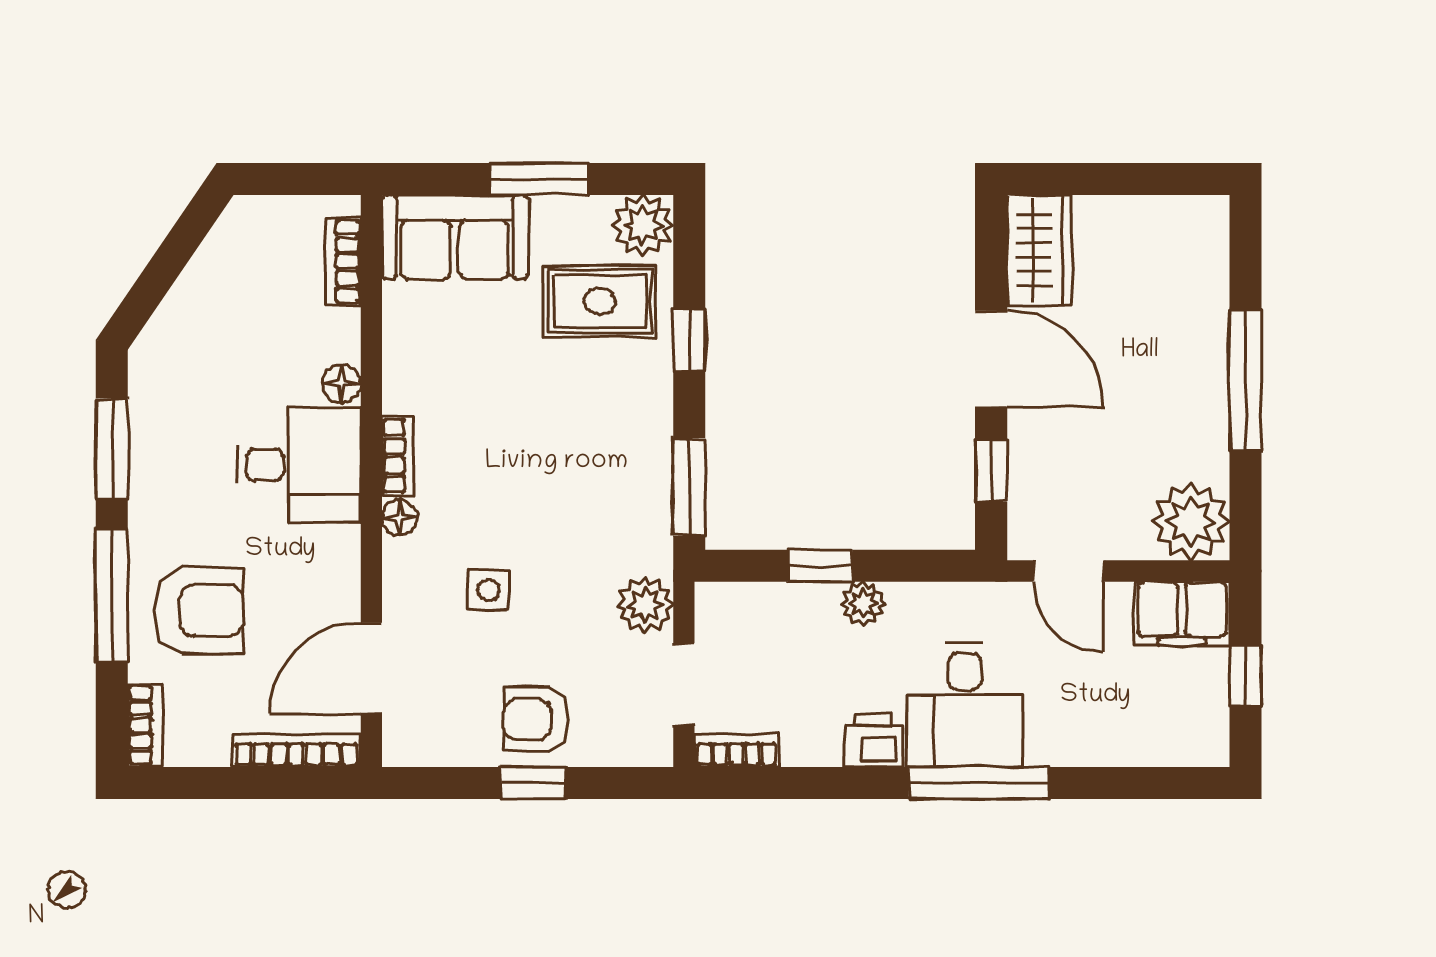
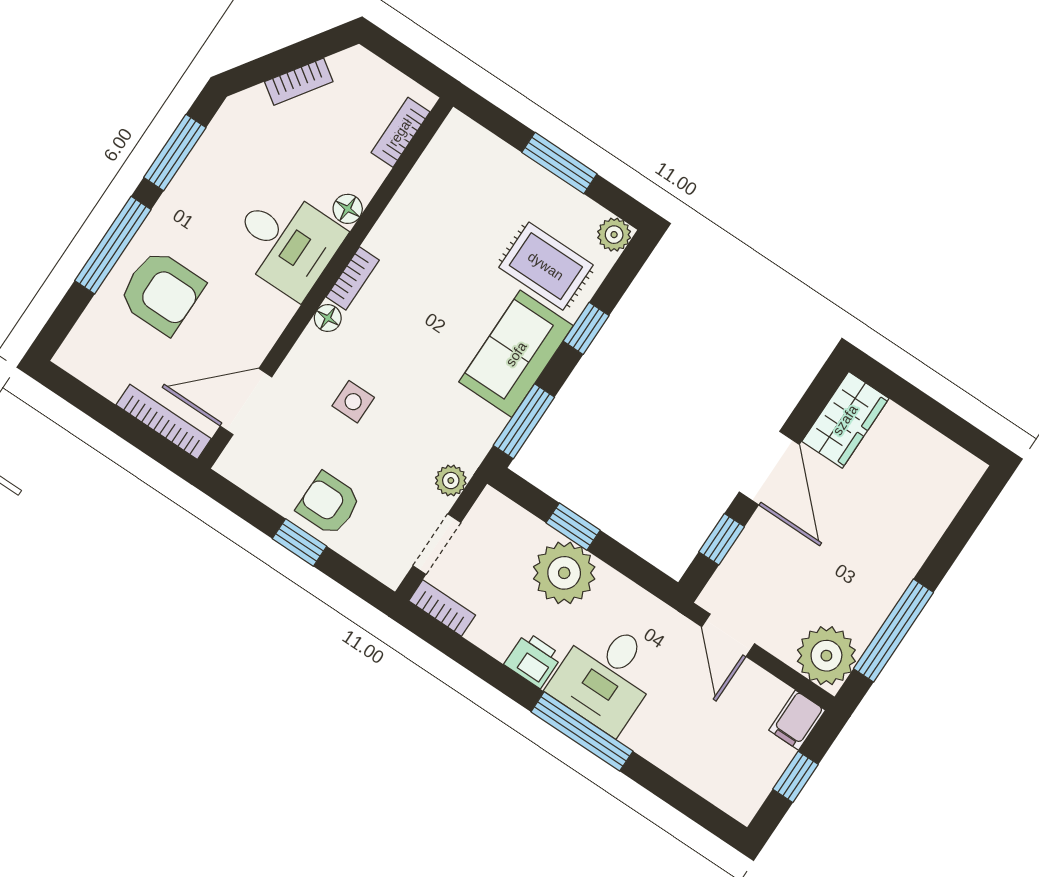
plant: (643, 225) -> (614, 235), width x0.73, depth x0.73
sofa: (455, 237) -> (516, 354), moved, turned 90
window: (1245, 380) -> (893, 630), moved
plant: (863, 604) -> (564, 573), width x1.87, depth x1.87
plant: (645, 605) -> (451, 481), width x0.73, depth x0.73
filing cabinet: (1182, 613) -> (797, 720), width x0.50
bookcase: (144, 725) -> (299, 82), moved, turned 34

